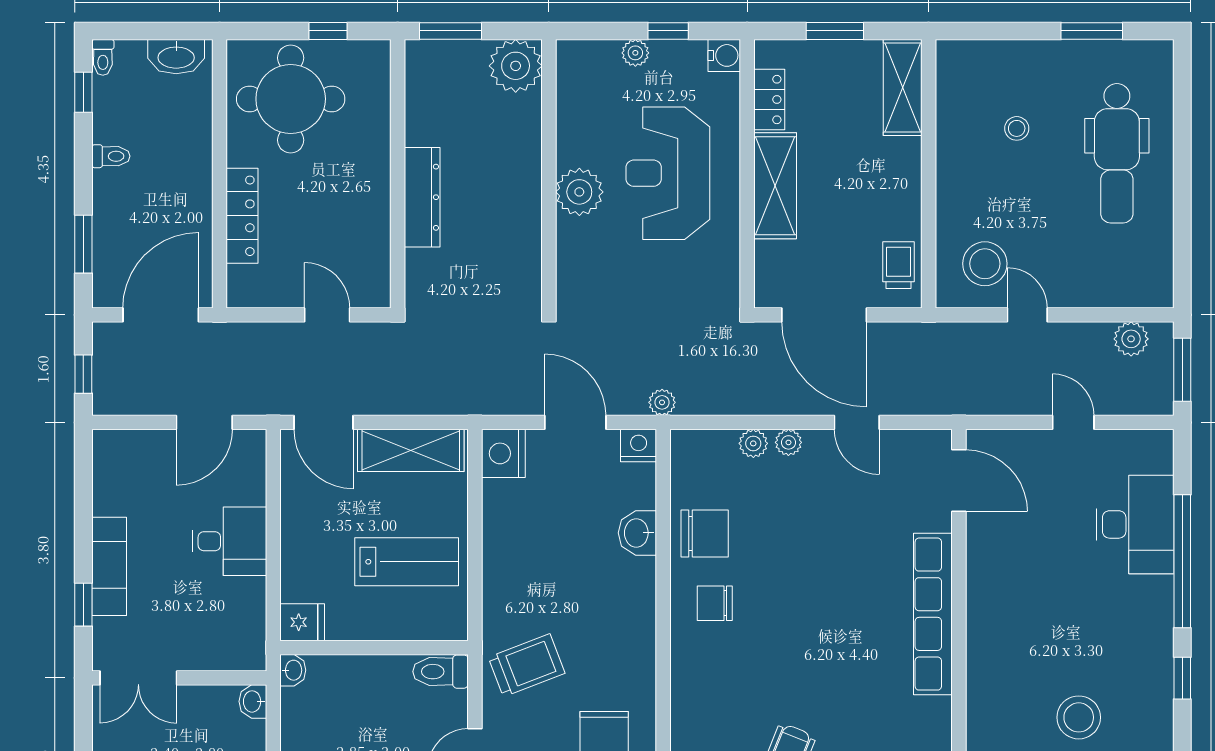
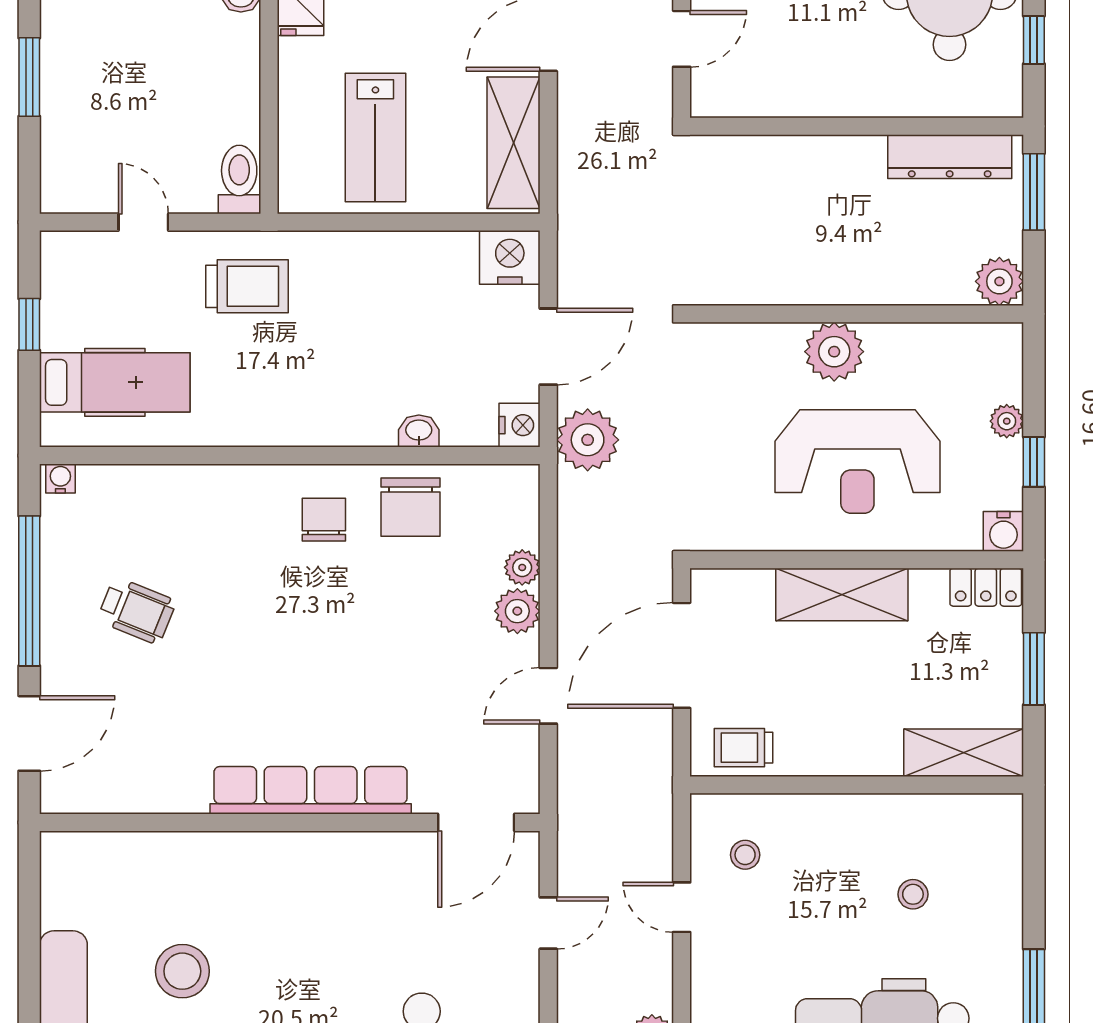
plant: (516, 66) -> (999, 281), width x0.73, depth x0.73
locker: (769, 100) -> (986, 587), moved
reception desk: (668, 173) -> (857, 462), turned 180
dresser: (422, 197) -> (950, 157), moved
stool: (985, 264) -> (745, 855), width x0.53, depth x0.53
trolley: (898, 265) -> (743, 748), turned 180
door: (1027, 315) -> (682, 907), swing flipped
plant: (662, 402) -> (588, 440), width x1.87, depth x1.87
door: (1073, 422) -> (548, 923), moved
plant: (788, 442) -> (517, 611), width x1.38, depth x1.38
washbasin: (637, 533) -> (419, 431), width x0.72, depth x0.69
trolley: (527, 665) -> (247, 286), turned -69

